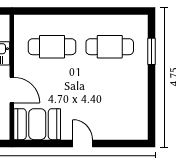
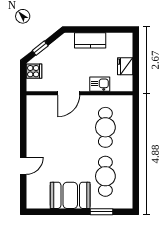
booth: (37, 124) -> (70, 195), moved, turned 90
door: (83, 143) -> (23, 166), moved

